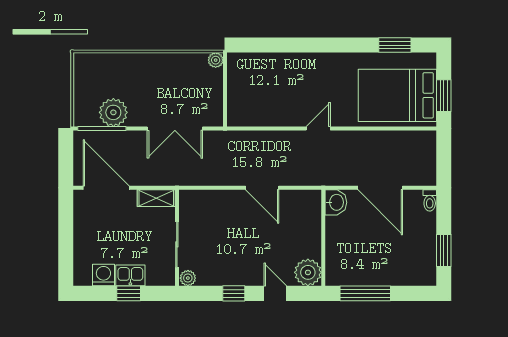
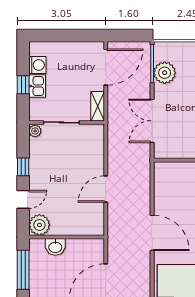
door: (318, 128) -> (152, 233), width x1.88
washbasin: (336, 202) -> (55, 247), moved

